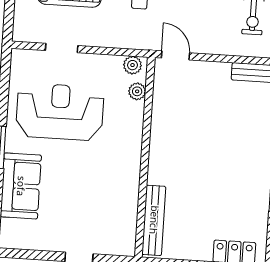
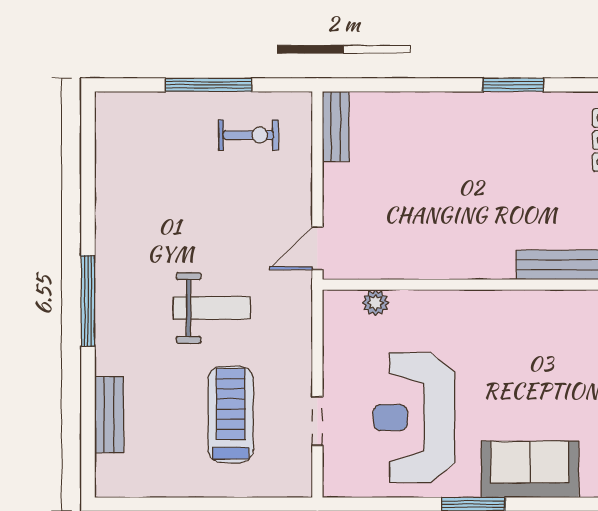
plant: (133, 65) -> (336, 312), removed

